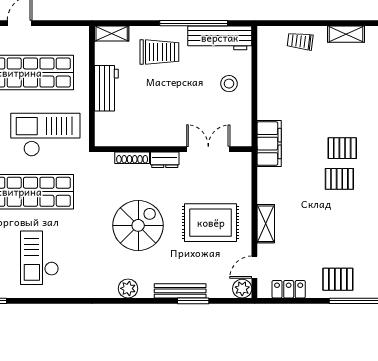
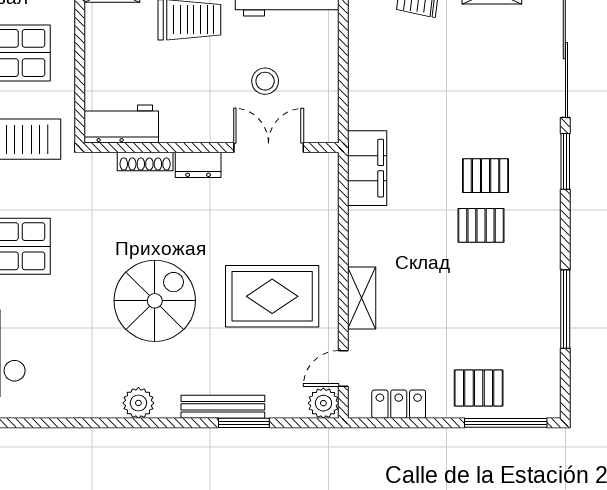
stool: (229, 84) -> (265, 81), moved
workbench: (106, 88) -> (121, 124), moved, turned -90
wall: (173, 149) -> (211, 148), moved
double door: (208, 149) -> (269, 148), moved
shoe rack: (132, 158) -> (145, 161), moved
dresser: (165, 160) -> (198, 165), moved

